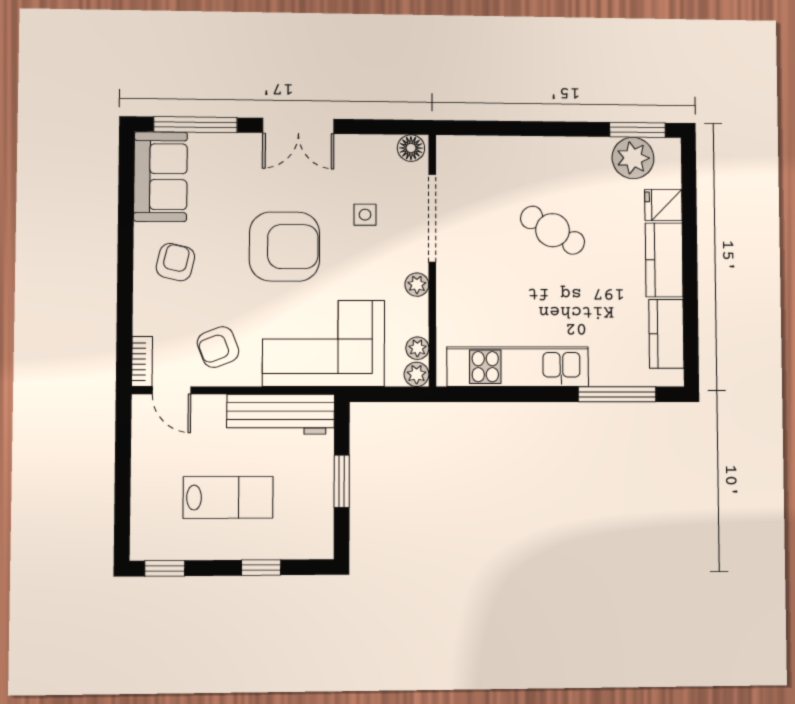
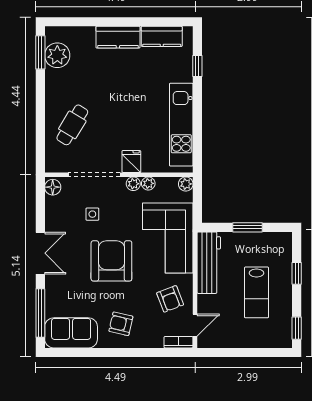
fridge: (663, 205) -> (131, 161), moved, turned 180
cafe table: (553, 230) -> (72, 125), moved
plant: (417, 348) -> (148, 183), moved
window: (617, 394) -> (197, 66), width x0.46
lab bench: (228, 497) -> (256, 292), turned 180

